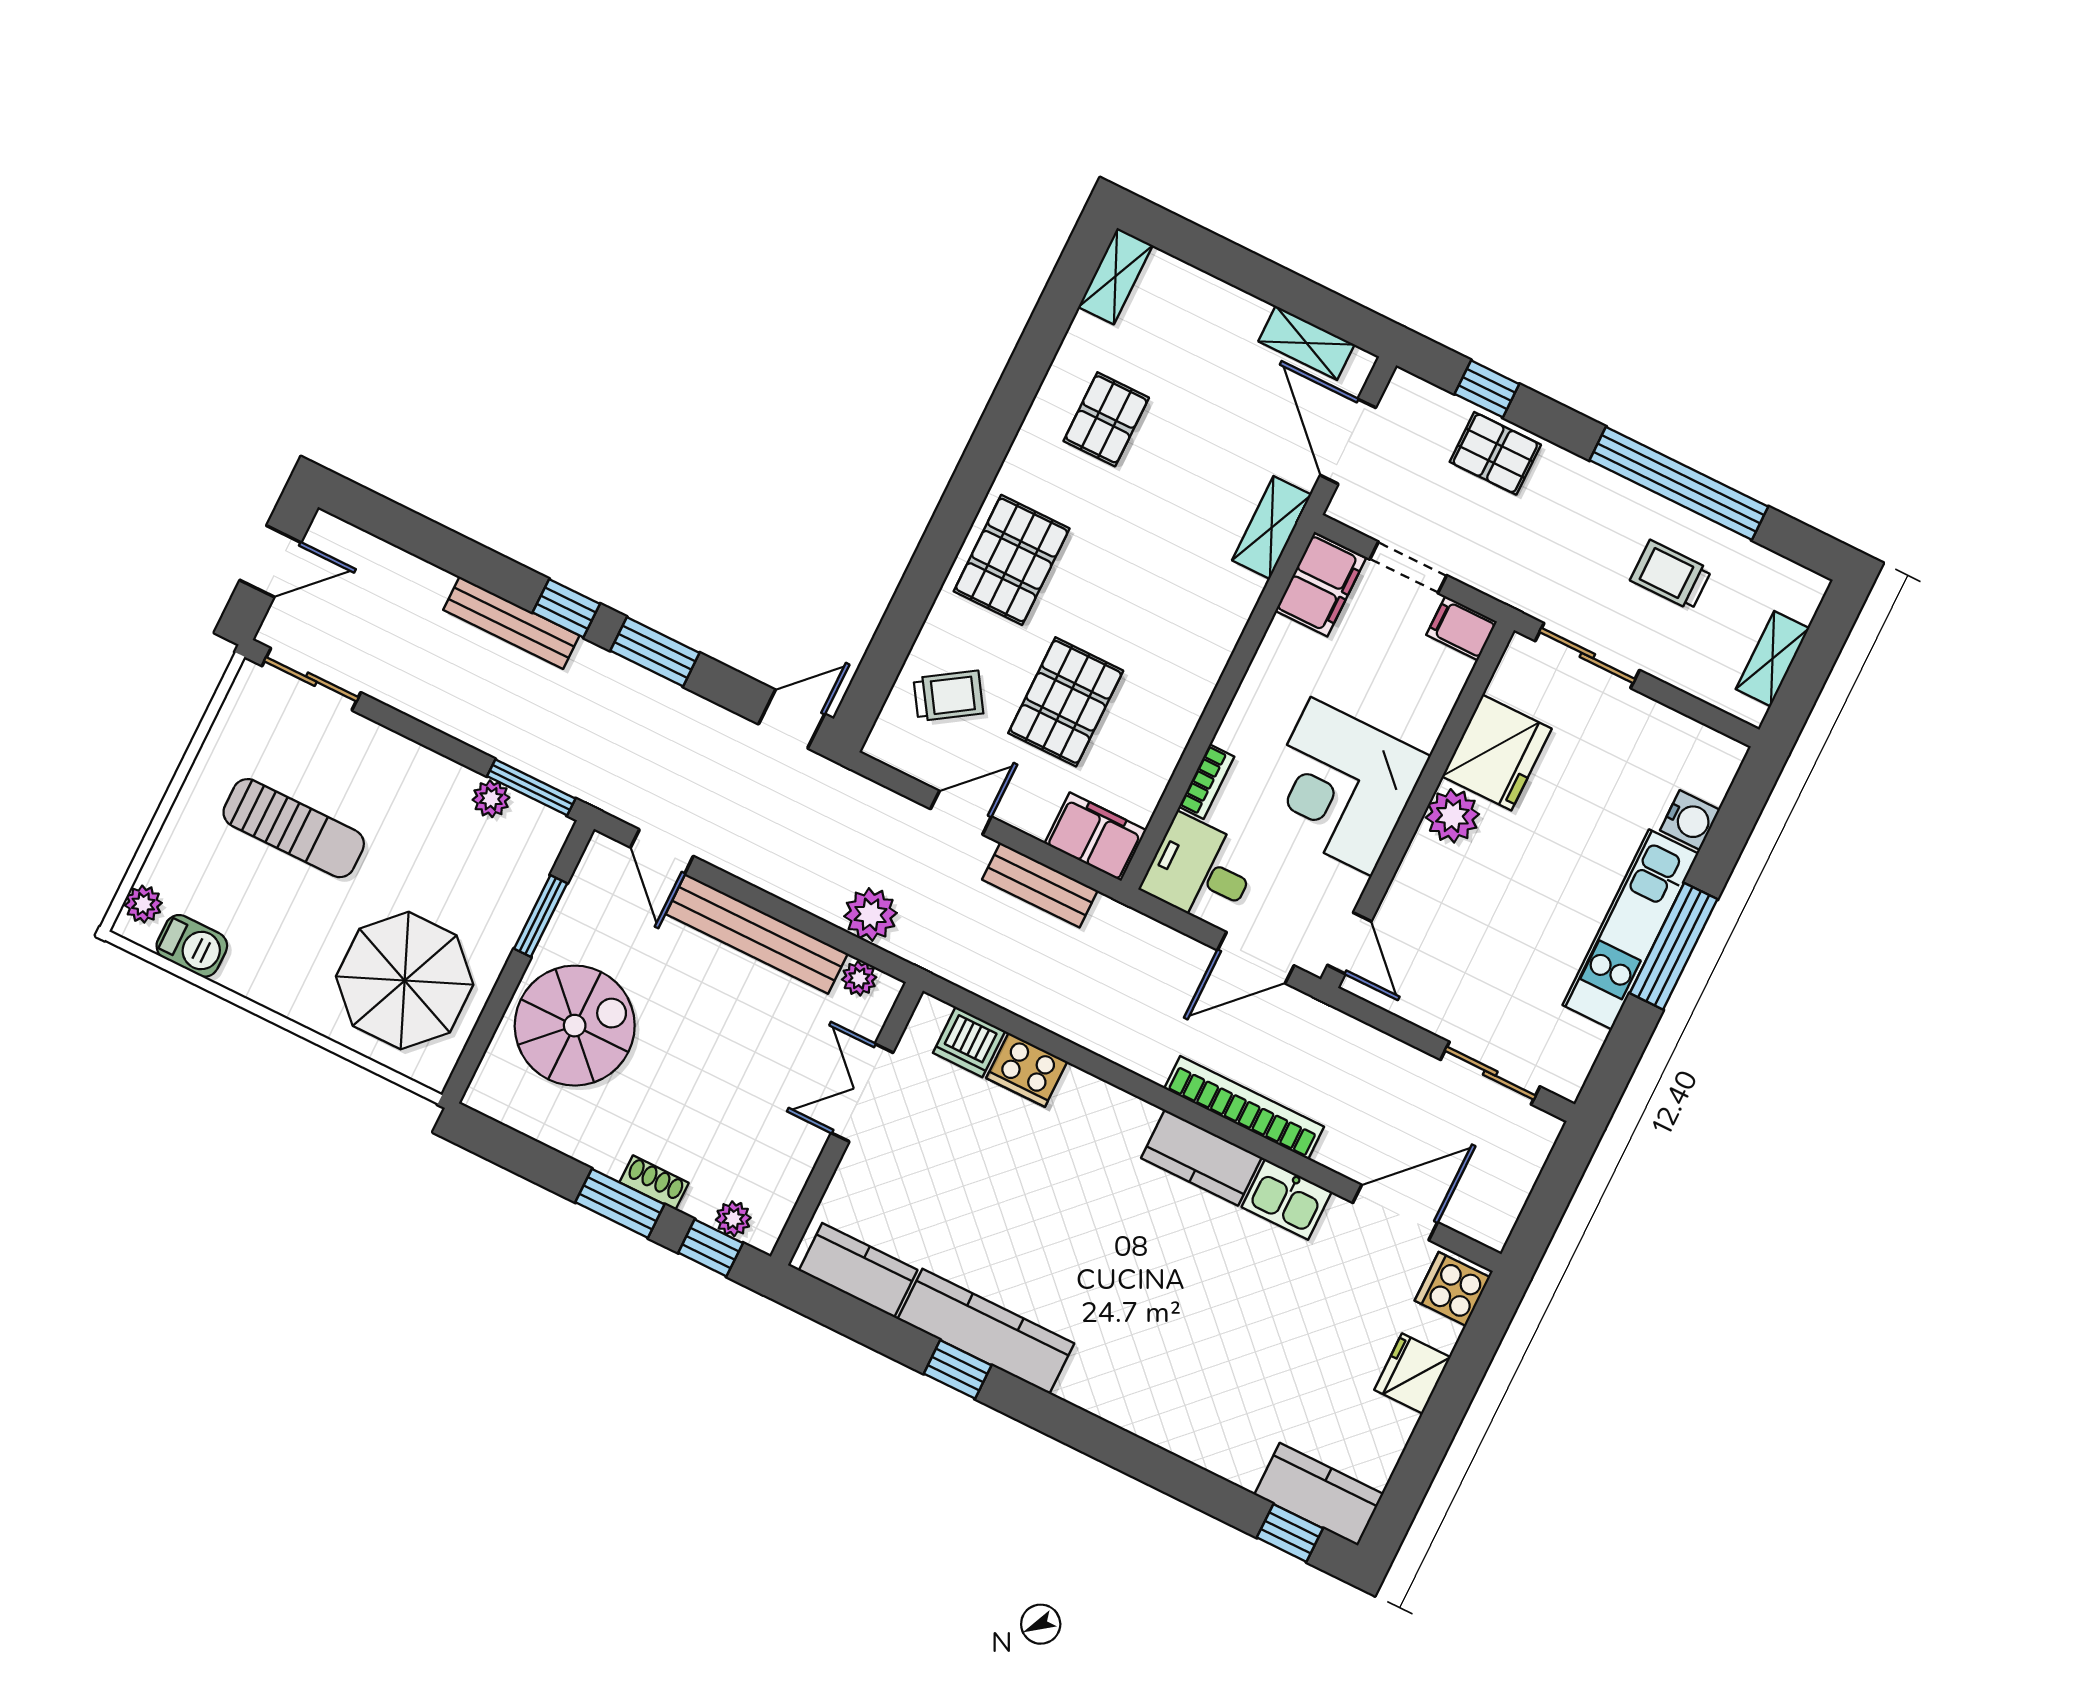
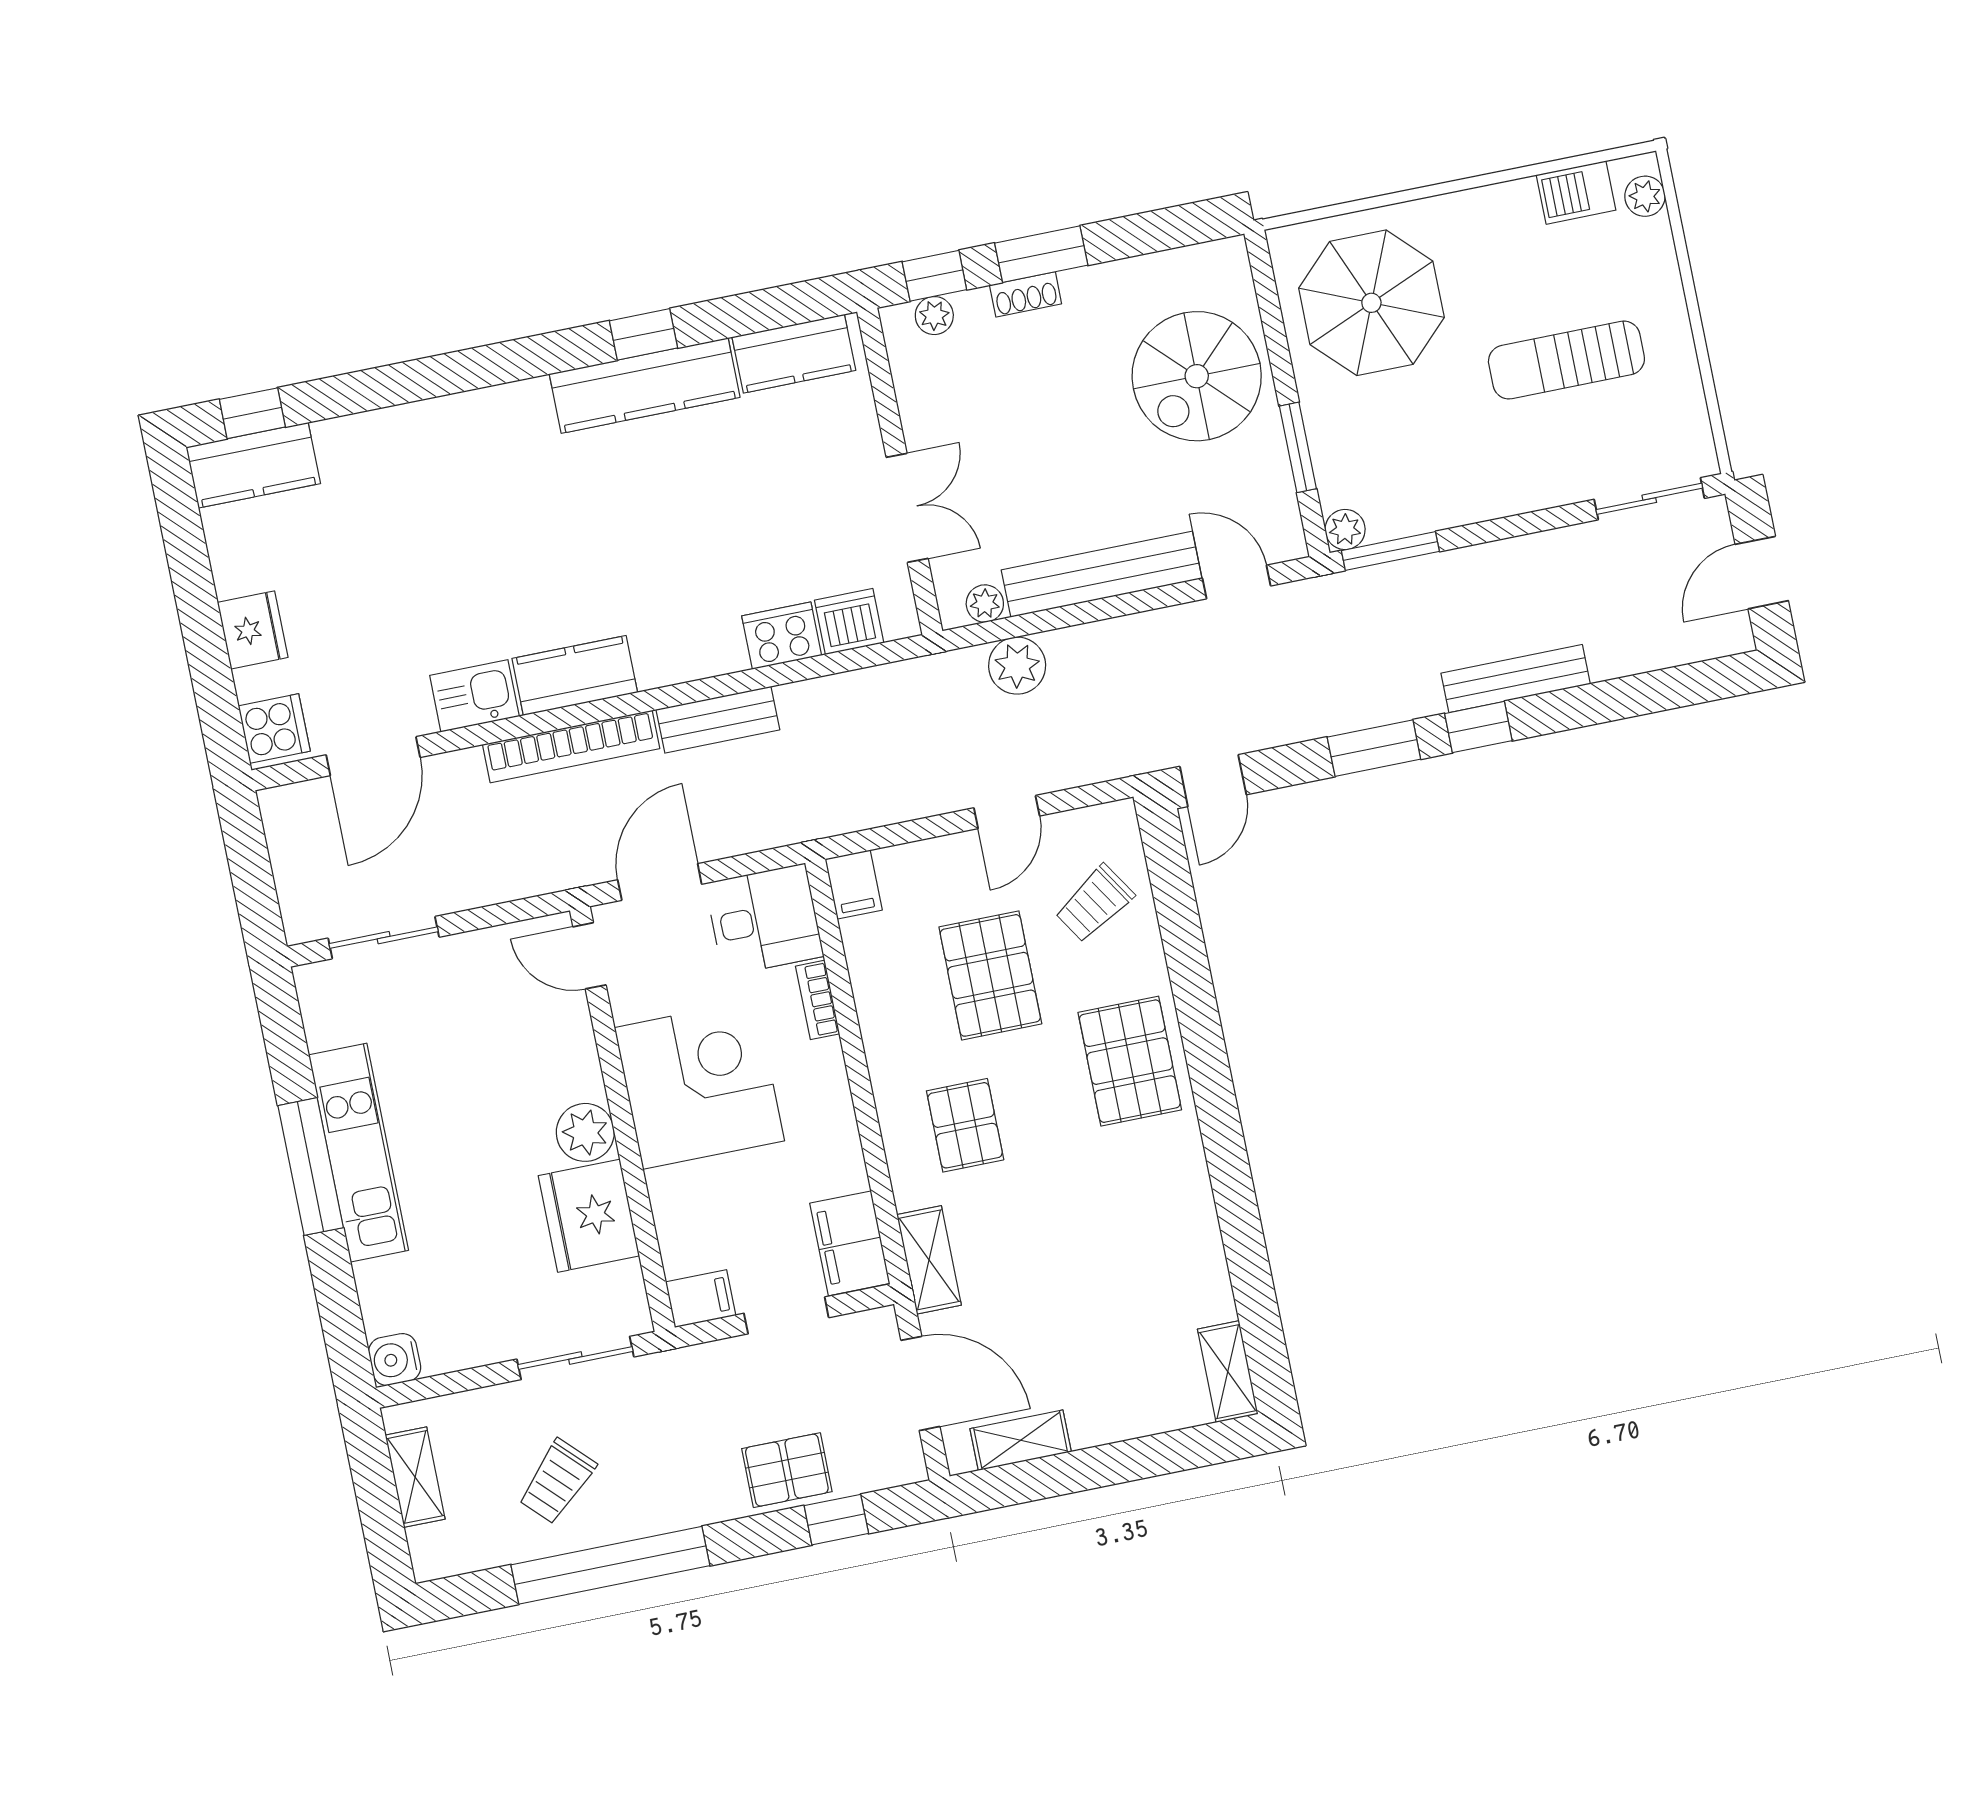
pallet: (1106, 419) -> (965, 1125), moved
trolley: (1671, 575) -> (557, 1482), turned 135
plant: (491, 799) -> (1345, 529), moved
water cooler: (1690, 820) -> (395, 1359), moved
filing cabinet: (1095, 837) -> (854, 884), width x0.50
bench: (1040, 885) -> (718, 720), moved

